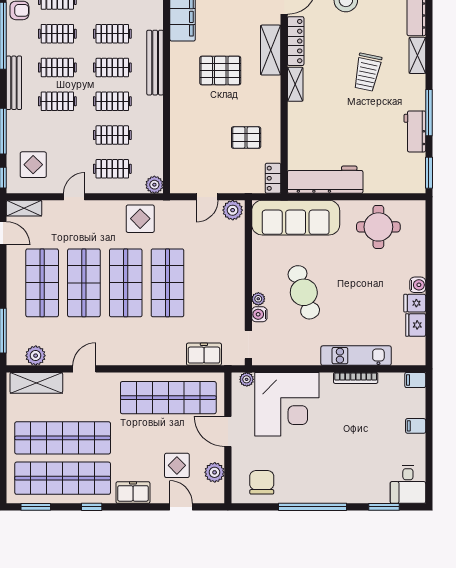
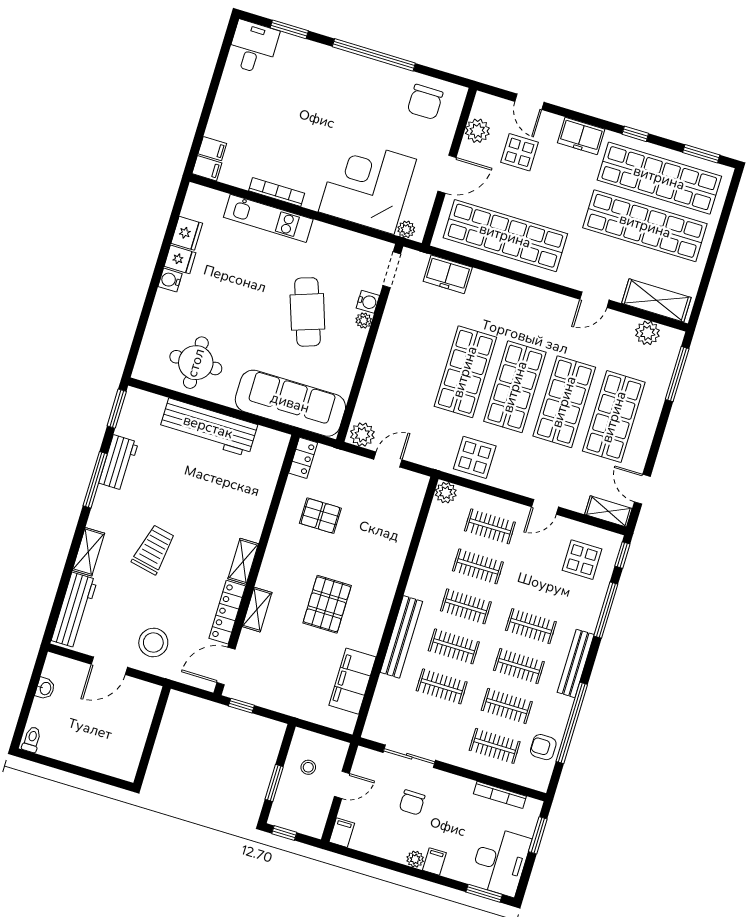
shelving: (271, 50) -> (257, 610), width x0.67, depth x0.75
pallet: (220, 71) -> (327, 604), turned 90
workbench: (325, 180) -> (208, 427), moved
filing cabinet: (416, 426) -> (212, 149), moved
door: (228, 432) -> (447, 174), hinge flipped

